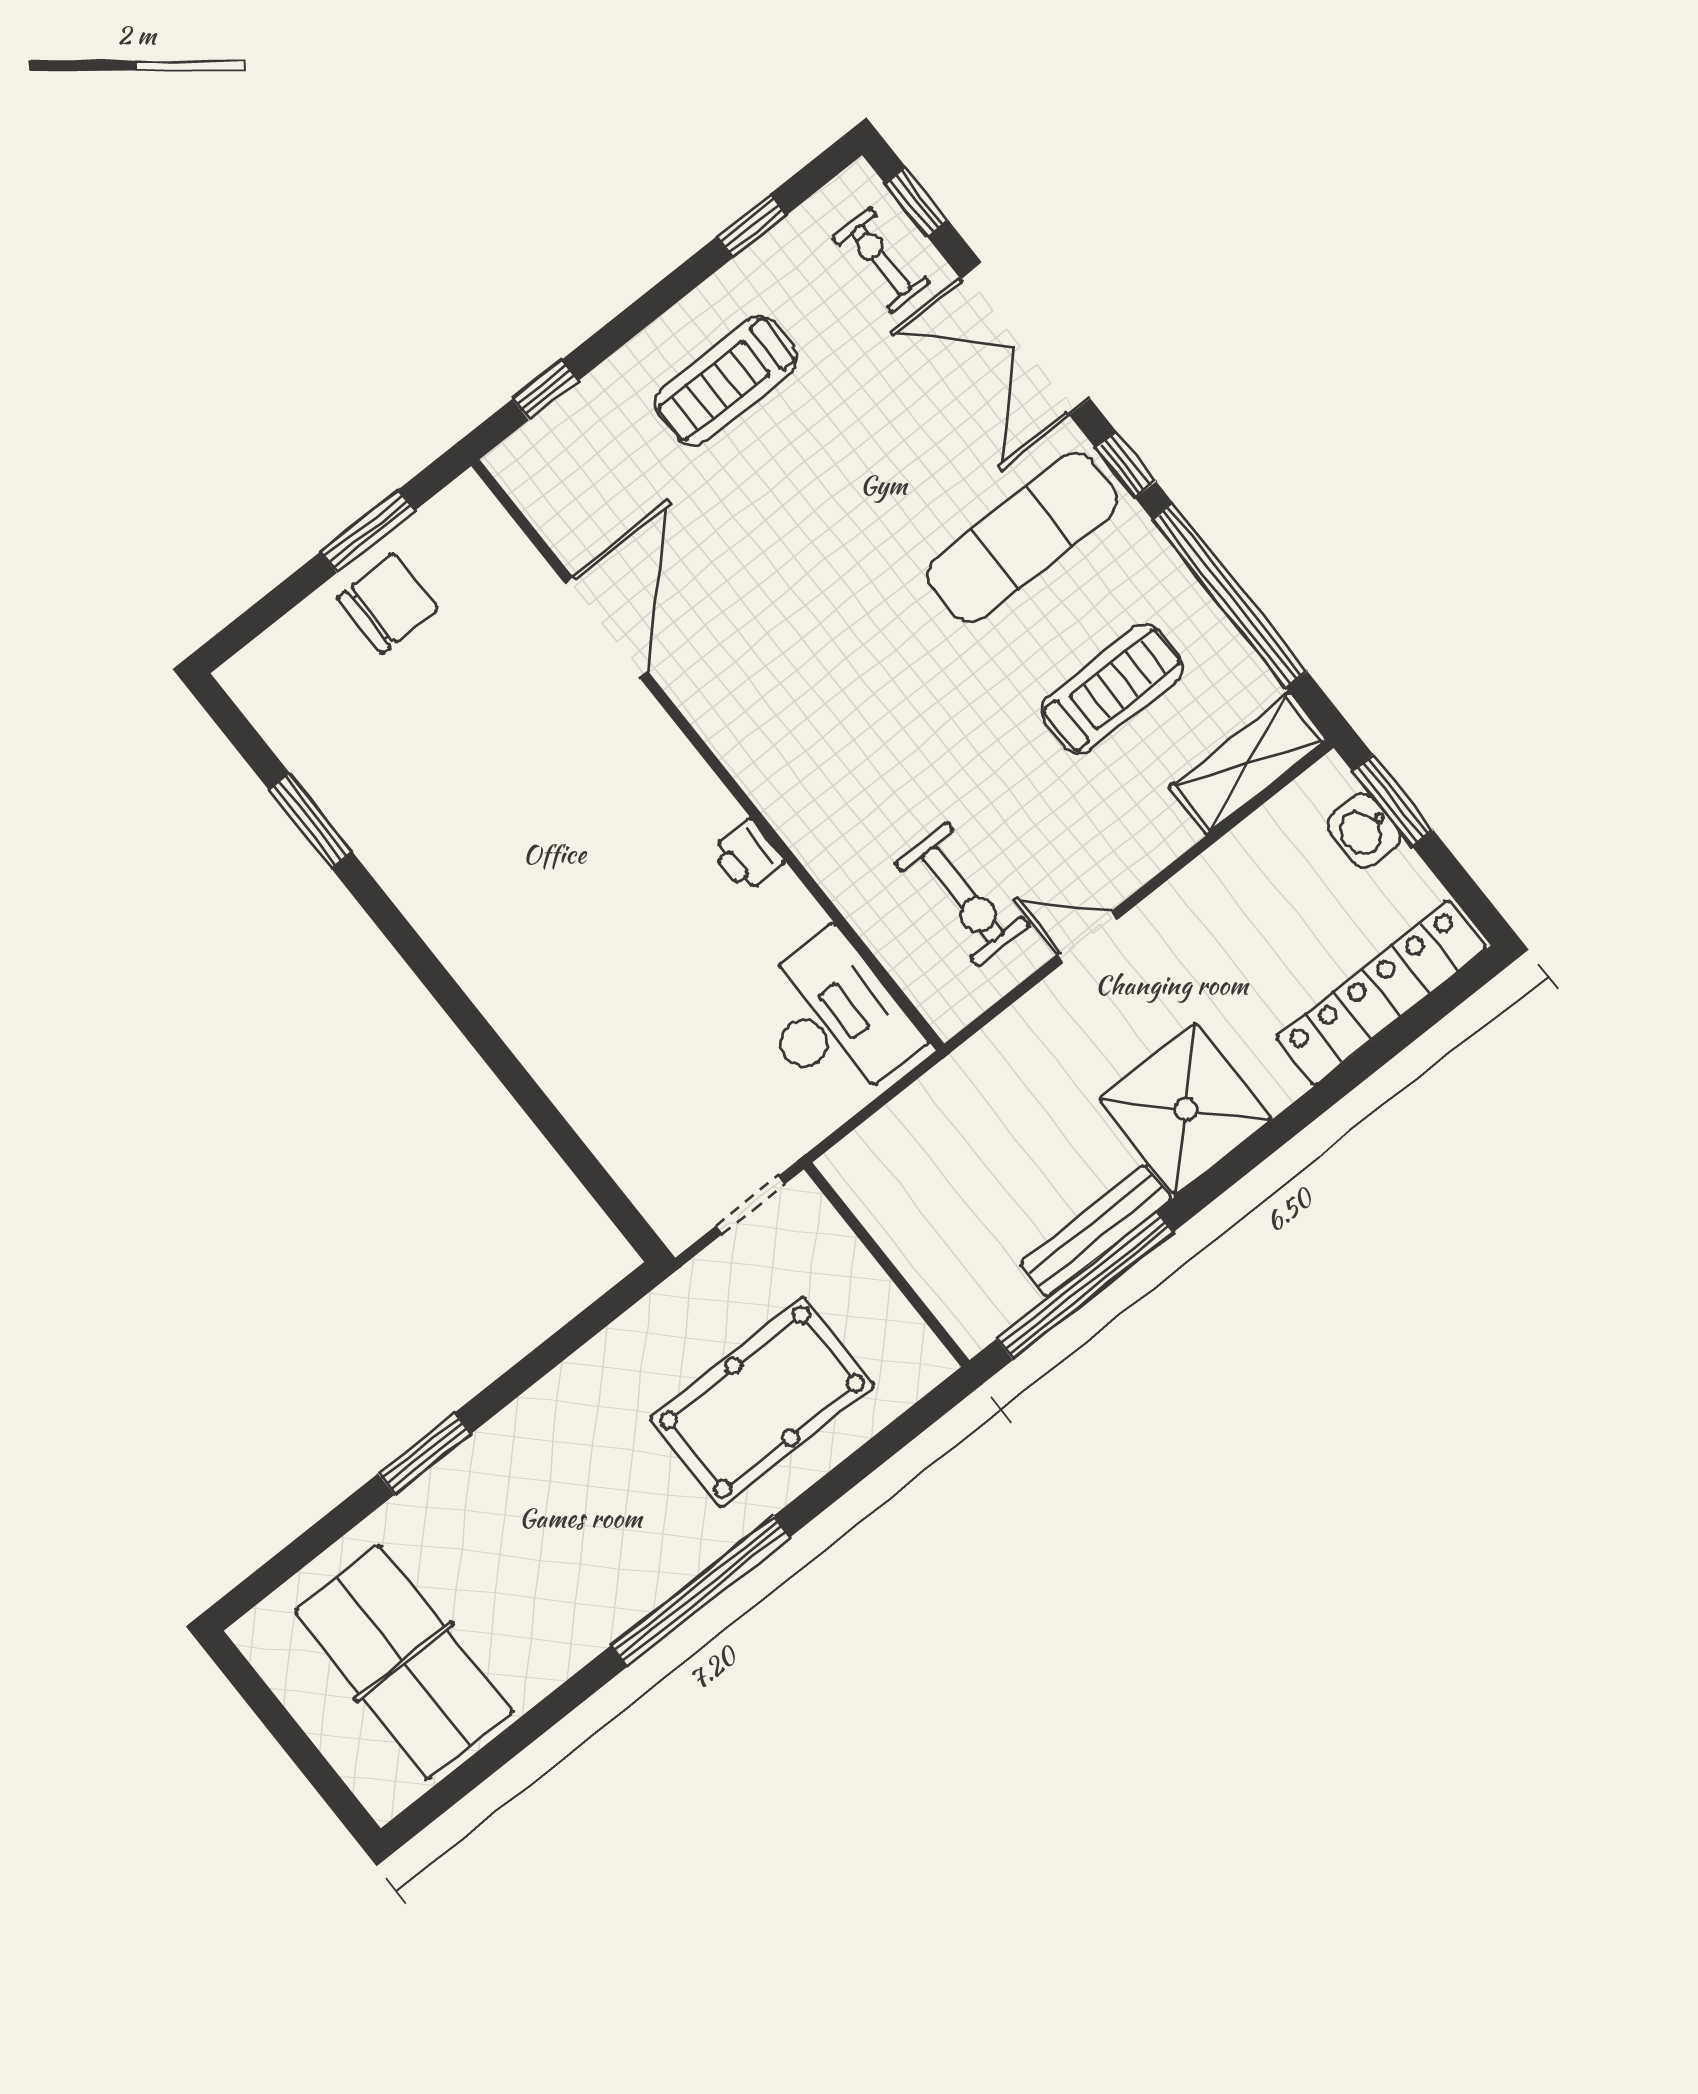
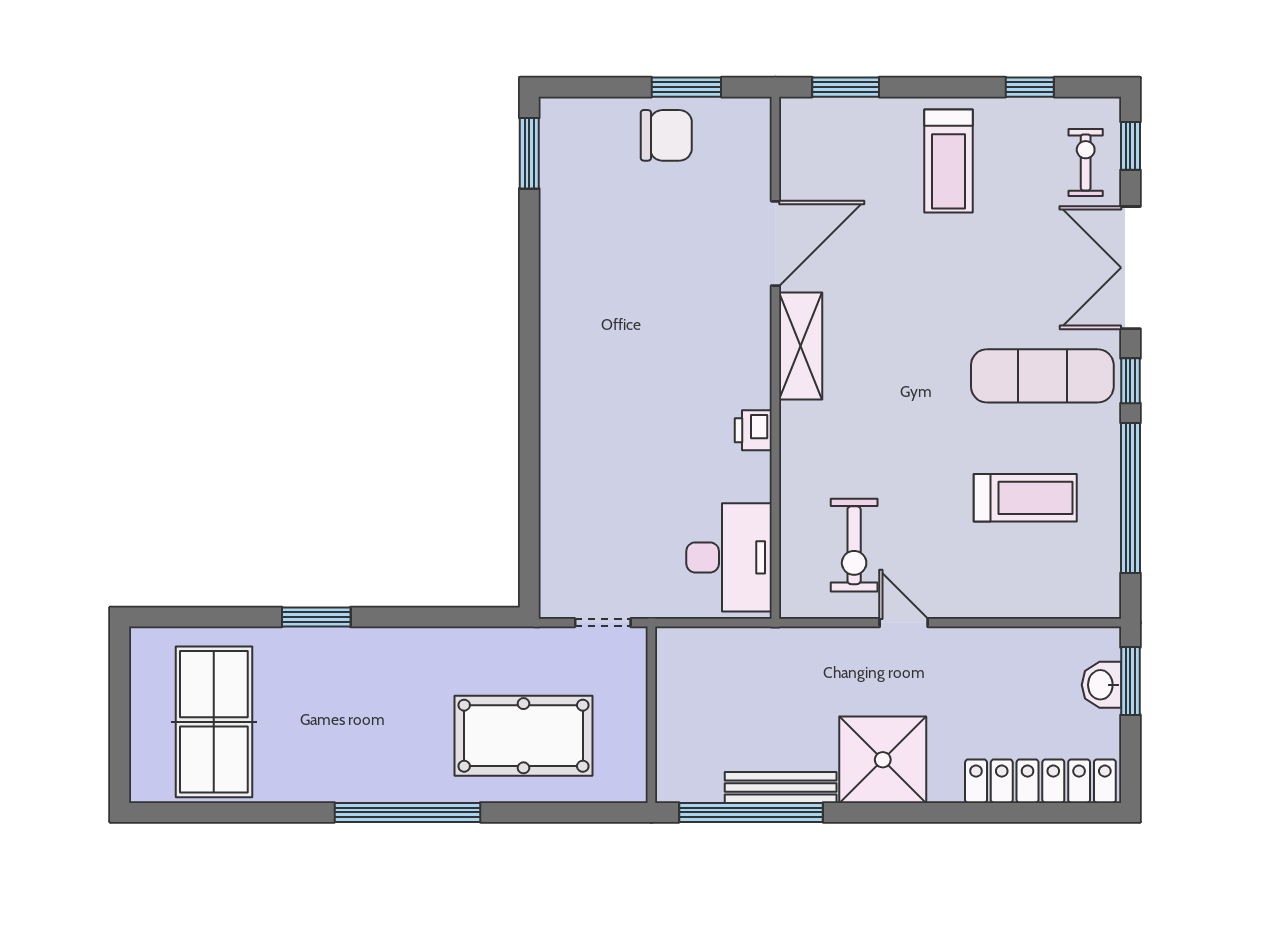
treadmill: (726, 381) -> (948, 161), turned -90
window: (546, 390) -> (846, 87), width x1.50
shelving: (1248, 763) -> (801, 346), moved, turned 90
window: (310, 821) -> (529, 153), moved

